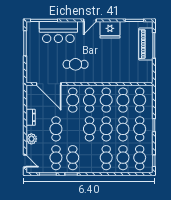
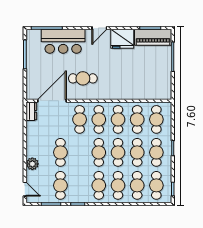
piano: (146, 44) -> (153, 37), moved, turned -90
door: (49, 84) -> (52, 101), swing flipped
dresser: (31, 117) -> (31, 111), moved
cafe table: (73, 158) -> (99, 185), moved

